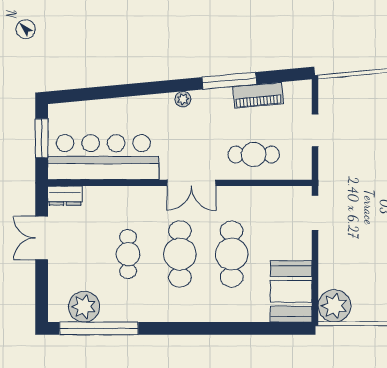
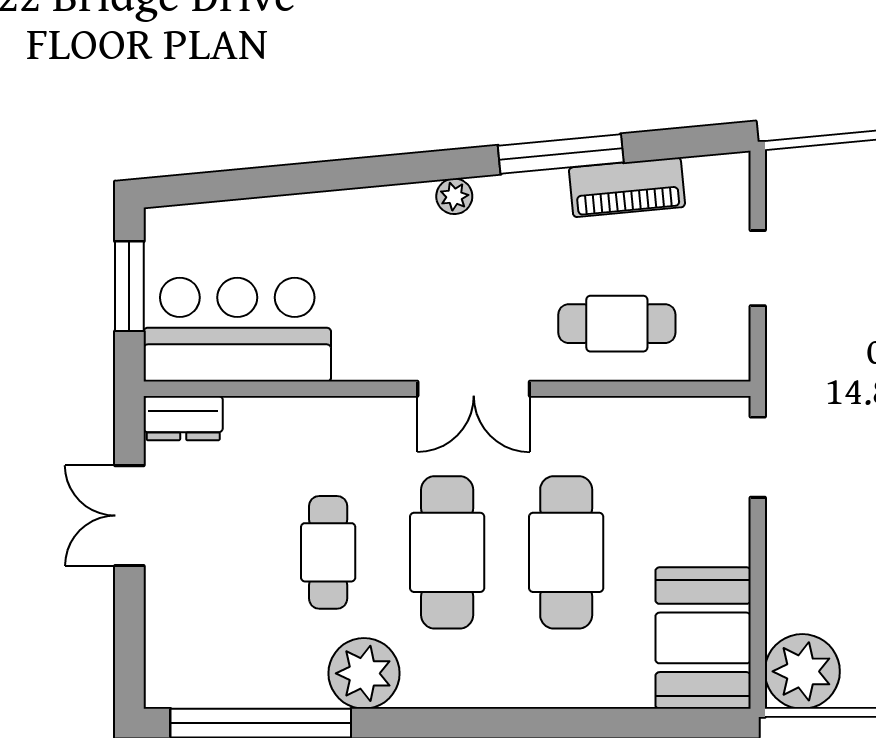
bar counter: (103, 157) -> (237, 330), width x0.73
plant: (84, 307) -> (364, 673), moved

